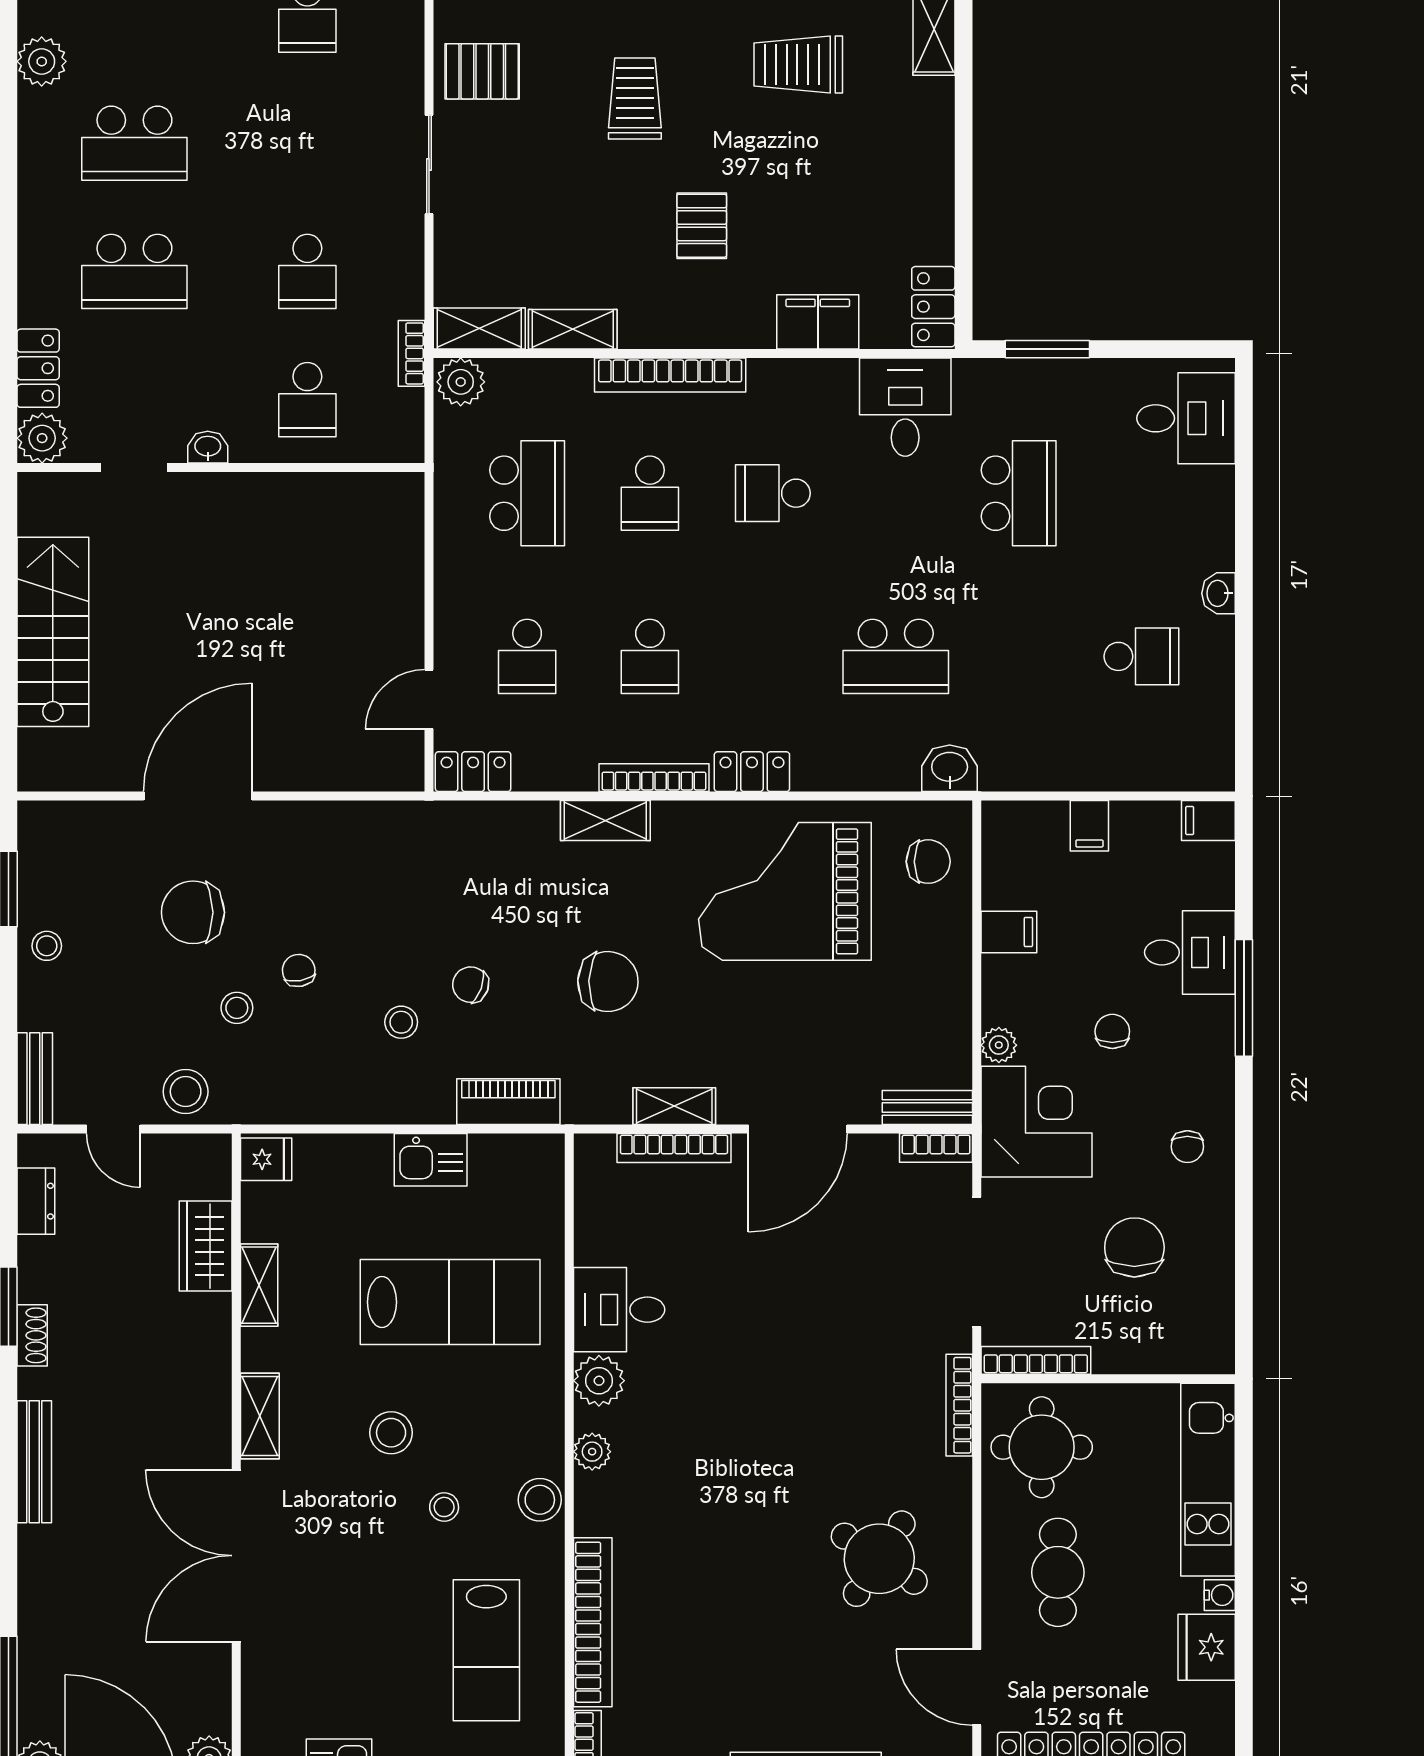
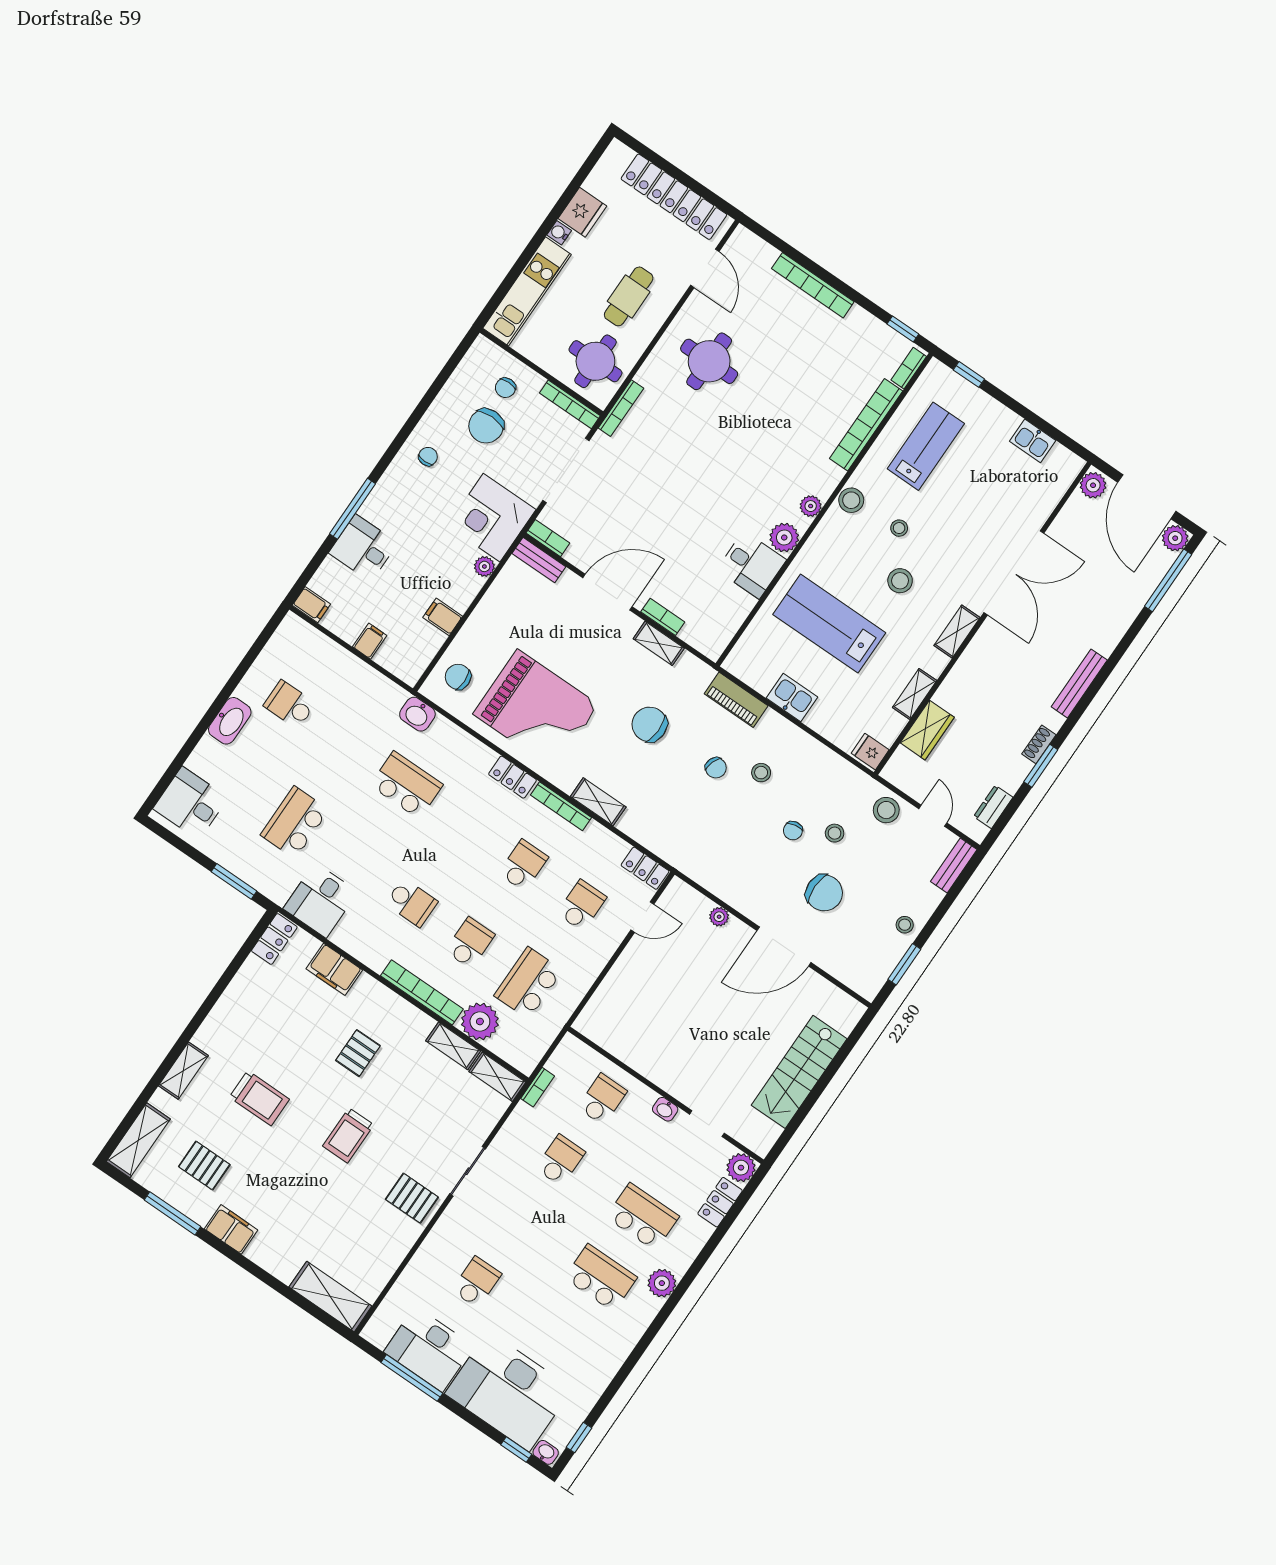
plant: (42, 61) -> (662, 1283), moved
plant: (461, 382) -> (480, 1021), moved, width x1.36, depth x1.36
washbasin: (1219, 593) -> (230, 721), width x1.91, depth x1.45
plant: (320, 775) -> (719, 917), added
chair: (1112, 1031) -> (505, 388), moved
bookcase: (674, 1148) -> (663, 617), width x0.64
round table: (879, 1559) -> (709, 361), turned -33

